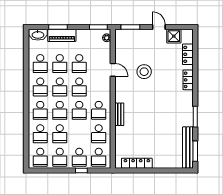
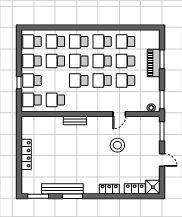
door: (159, 27) -> (162, 160), hinge flipped
washbasin: (38, 35) -> (154, 39), removed
shower: (174, 36) -> (153, 187), moved
school desk: (99, 110) -> (79, 100), removed
bench: (188, 147) -> (62, 189), moved
locker: (137, 163) -> (26, 154), moved

